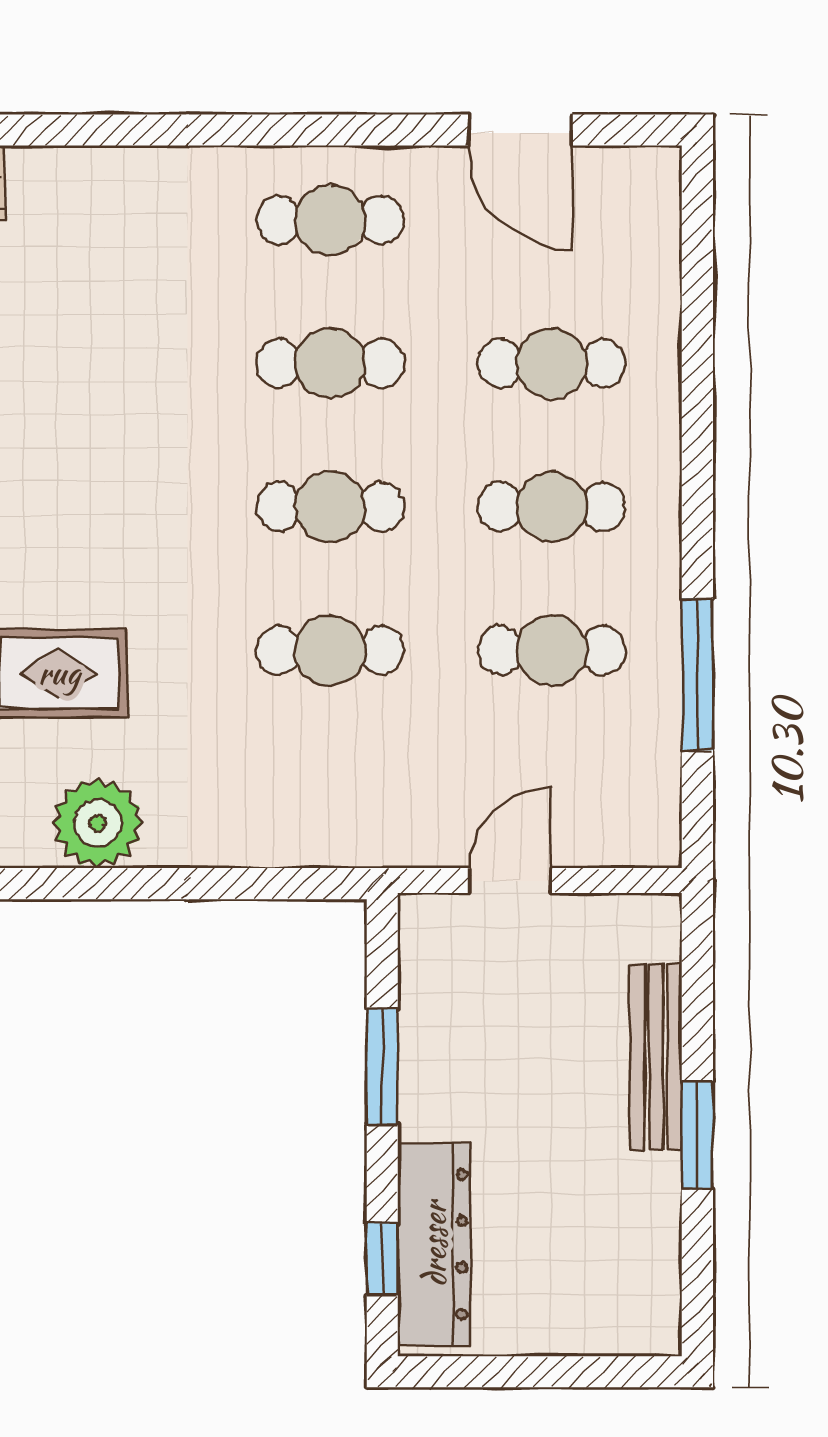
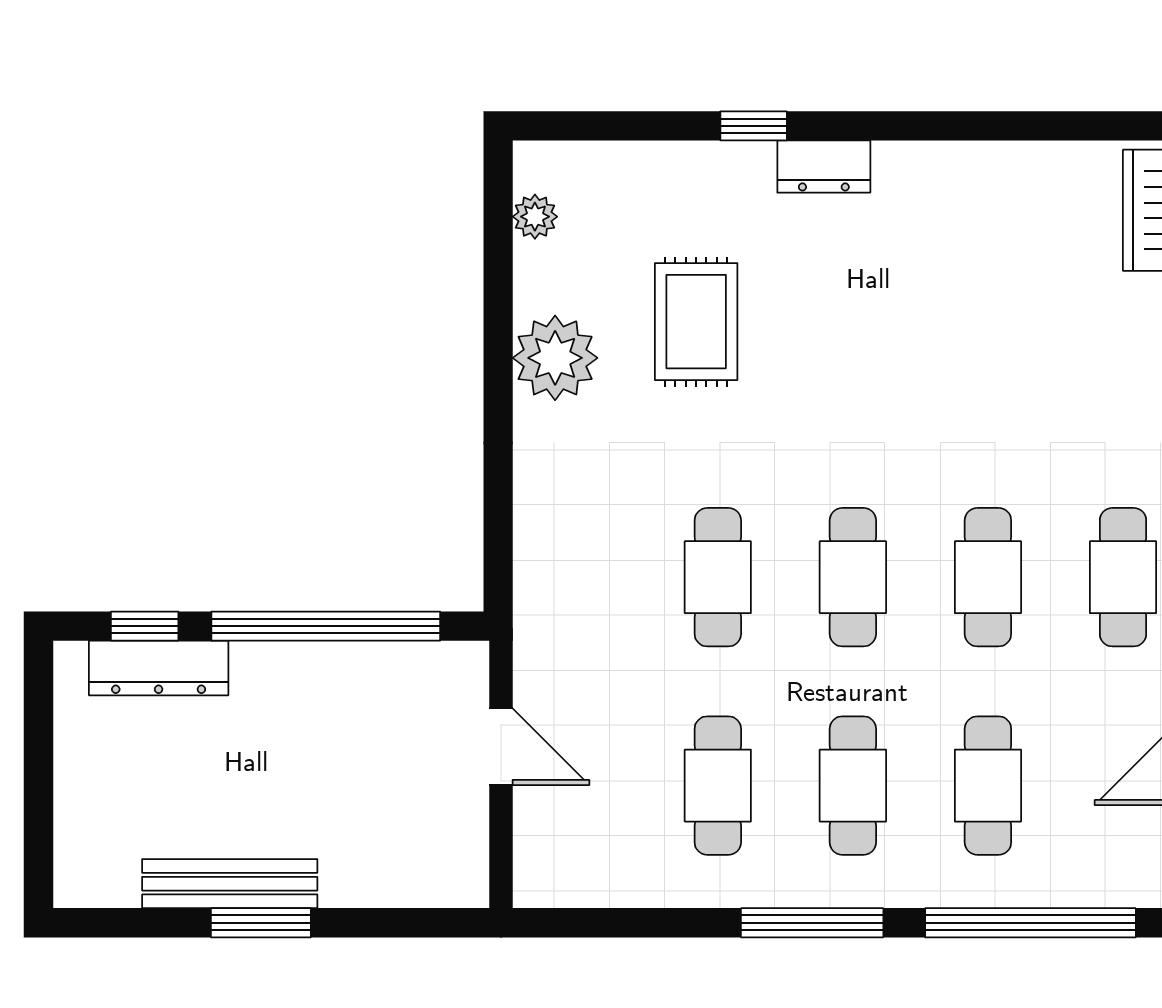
window: (697, 318) -> (1030, 923), added
window: (697, 674) -> (812, 923), moved
bench: (656, 1057) -> (230, 884), moved
window: (382, 1067) -> (326, 626), width x2.11
dresser: (434, 1244) -> (159, 668), width x0.73, depth x0.80

